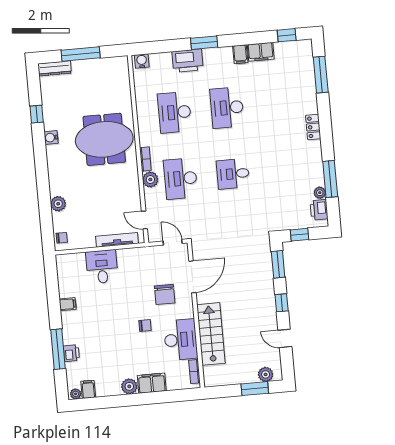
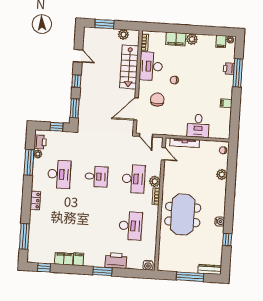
desk: (227, 108) -> (59, 174), moved
meeting table: (104, 139) -> (183, 215), turned 90
plant: (266, 374) -> (123, 35), moved

